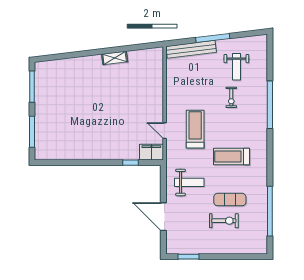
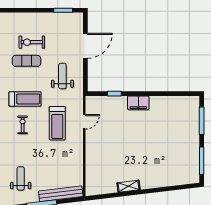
exercise bike: (231, 97) -> (23, 125), moved
door: (165, 131) -> (84, 122), hinge flipped
filing cabinet: (151, 152) -> (138, 103), moved
weight bench: (189, 182) -> (62, 76), turned 90
door: (163, 217) -> (85, 46), hinge flipped

